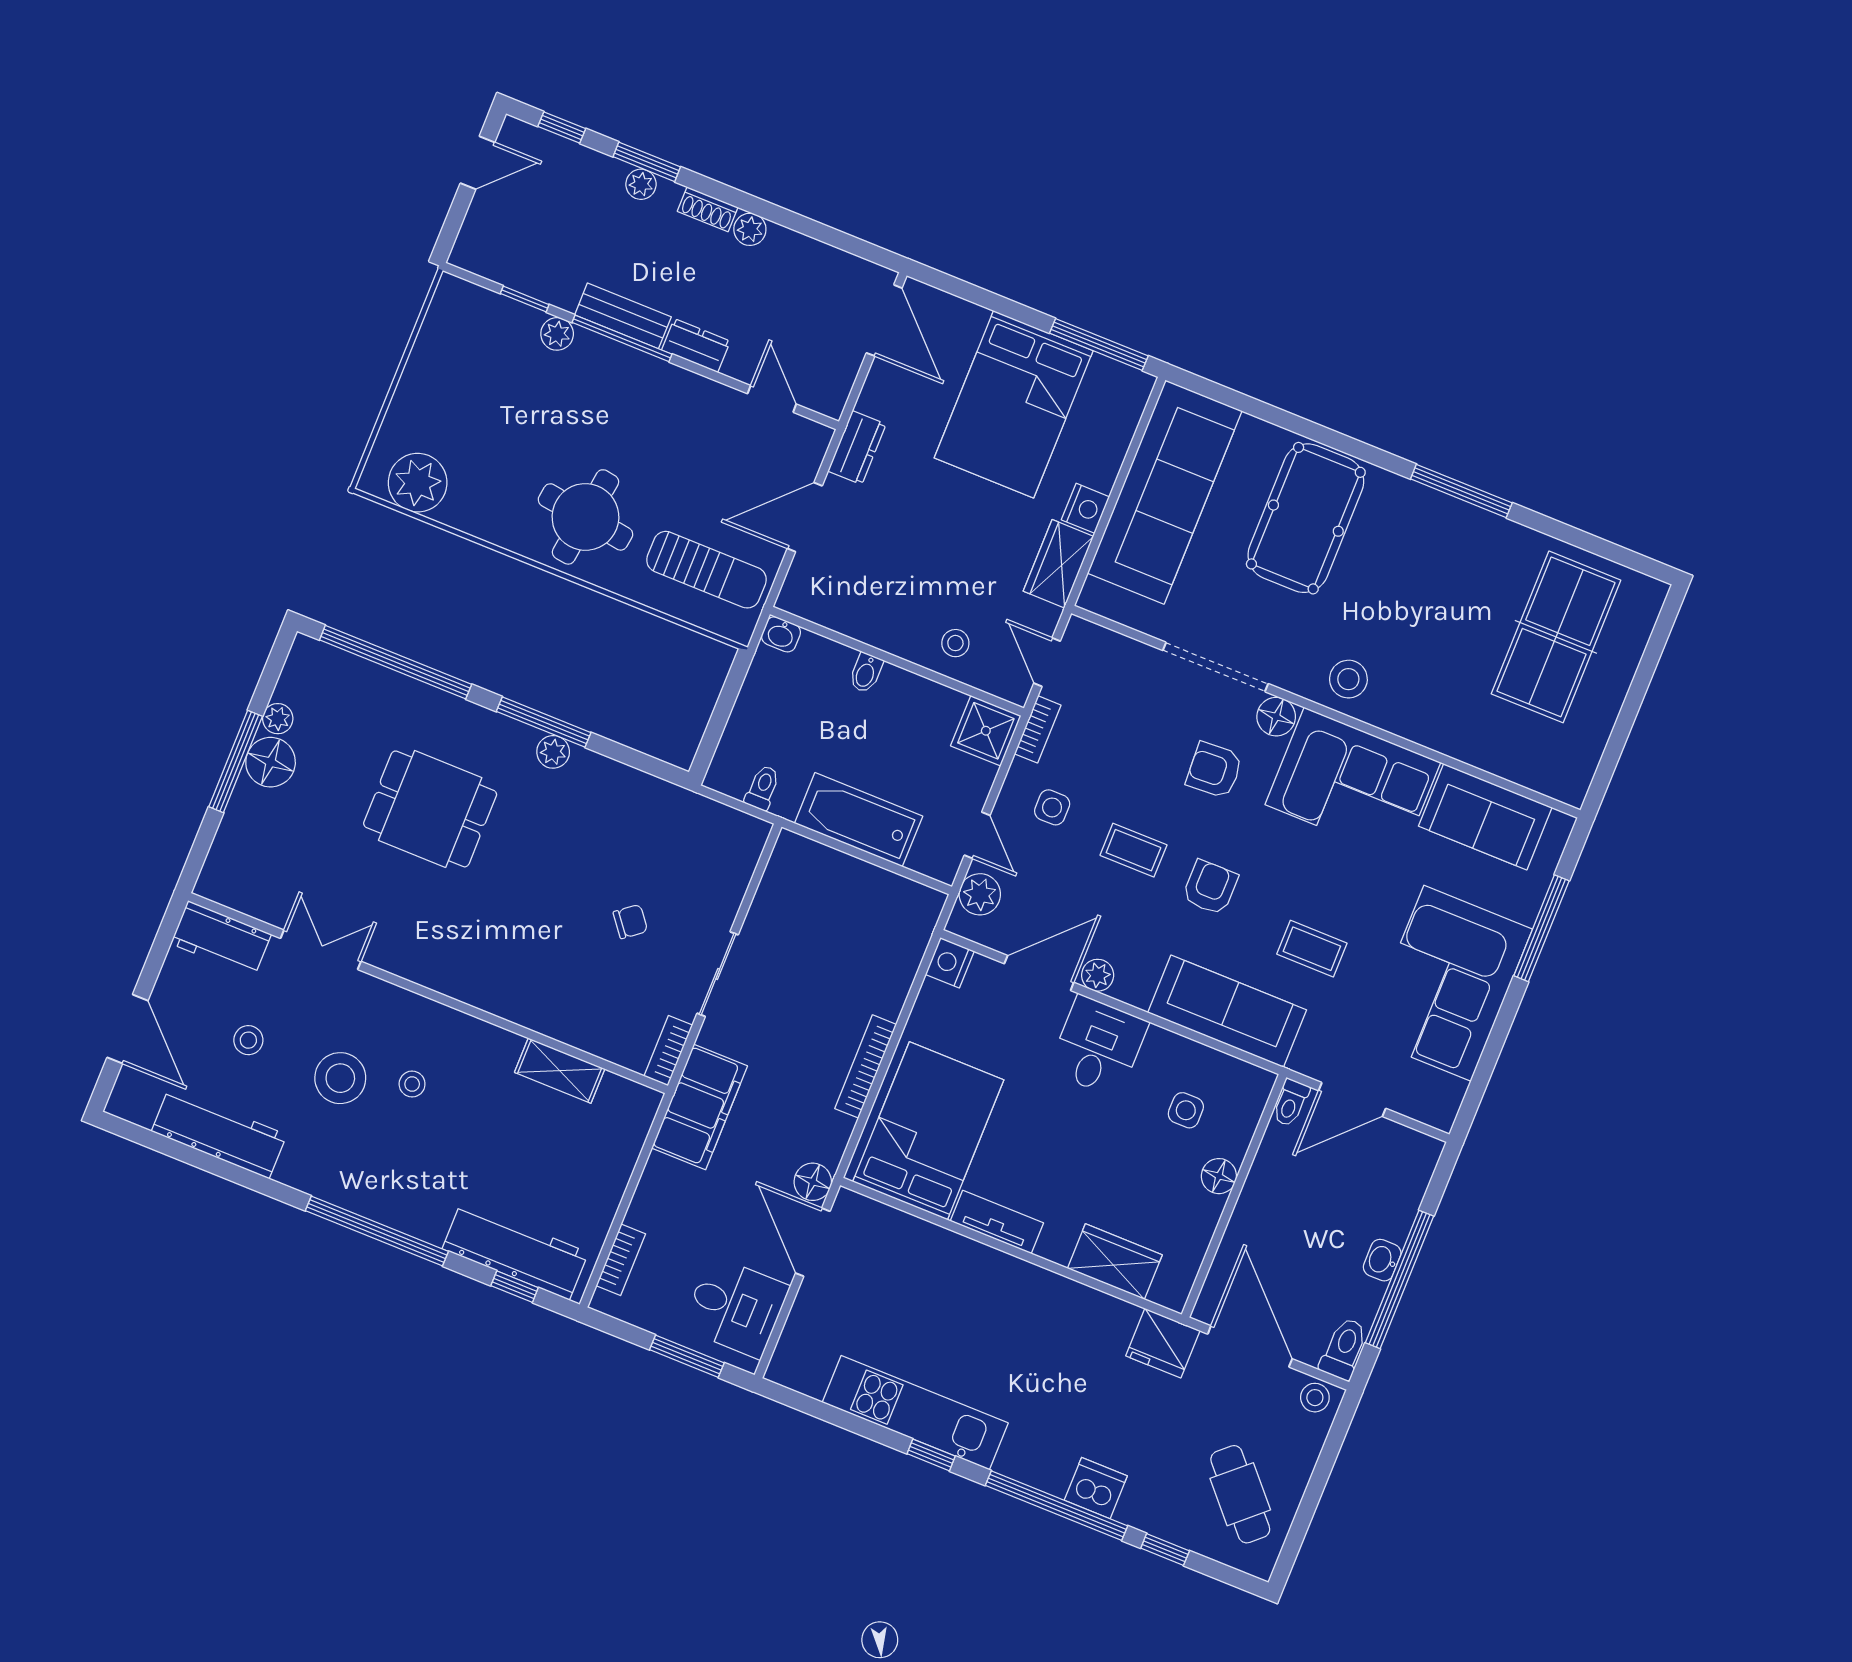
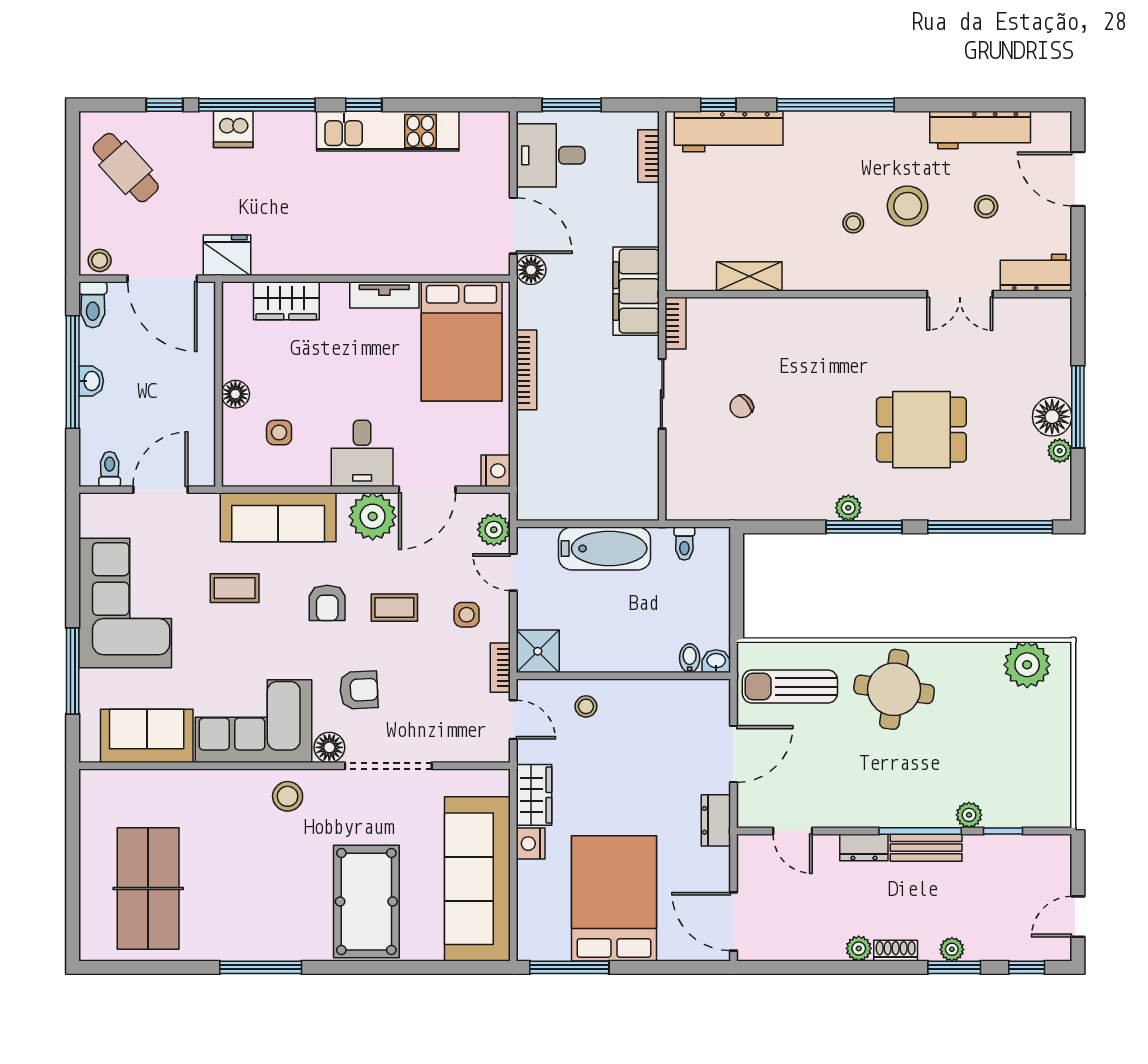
bidet: (866, 673) -> (690, 658), moved
plant: (1098, 975) -> (373, 516), width x1.88, depth x1.88
toilet: (1291, 1103) -> (110, 469), moved

